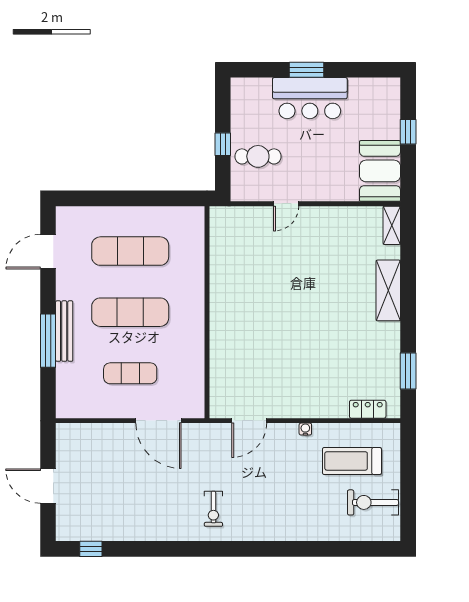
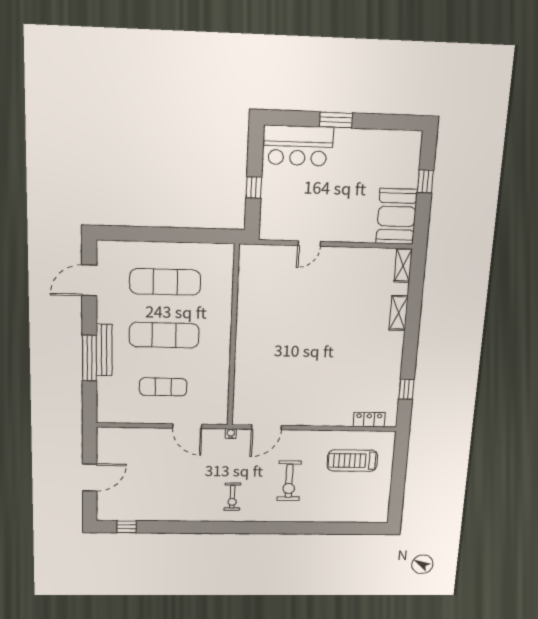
bar counter: (310, 98) -> (298, 146), moved
cafe table: (258, 156) -> (286, 200), removed
shelving: (388, 290) -> (399, 313), width x0.67, depth x0.75
window: (408, 371) -> (406, 389), width x0.67
door: (158, 421) -> (187, 426), width x0.73
water cooler: (305, 429) -> (231, 434), moved
door: (48, 486) -> (90, 478), swing flipped
exercise bike: (373, 502) -> (289, 481), moved, turned -90

